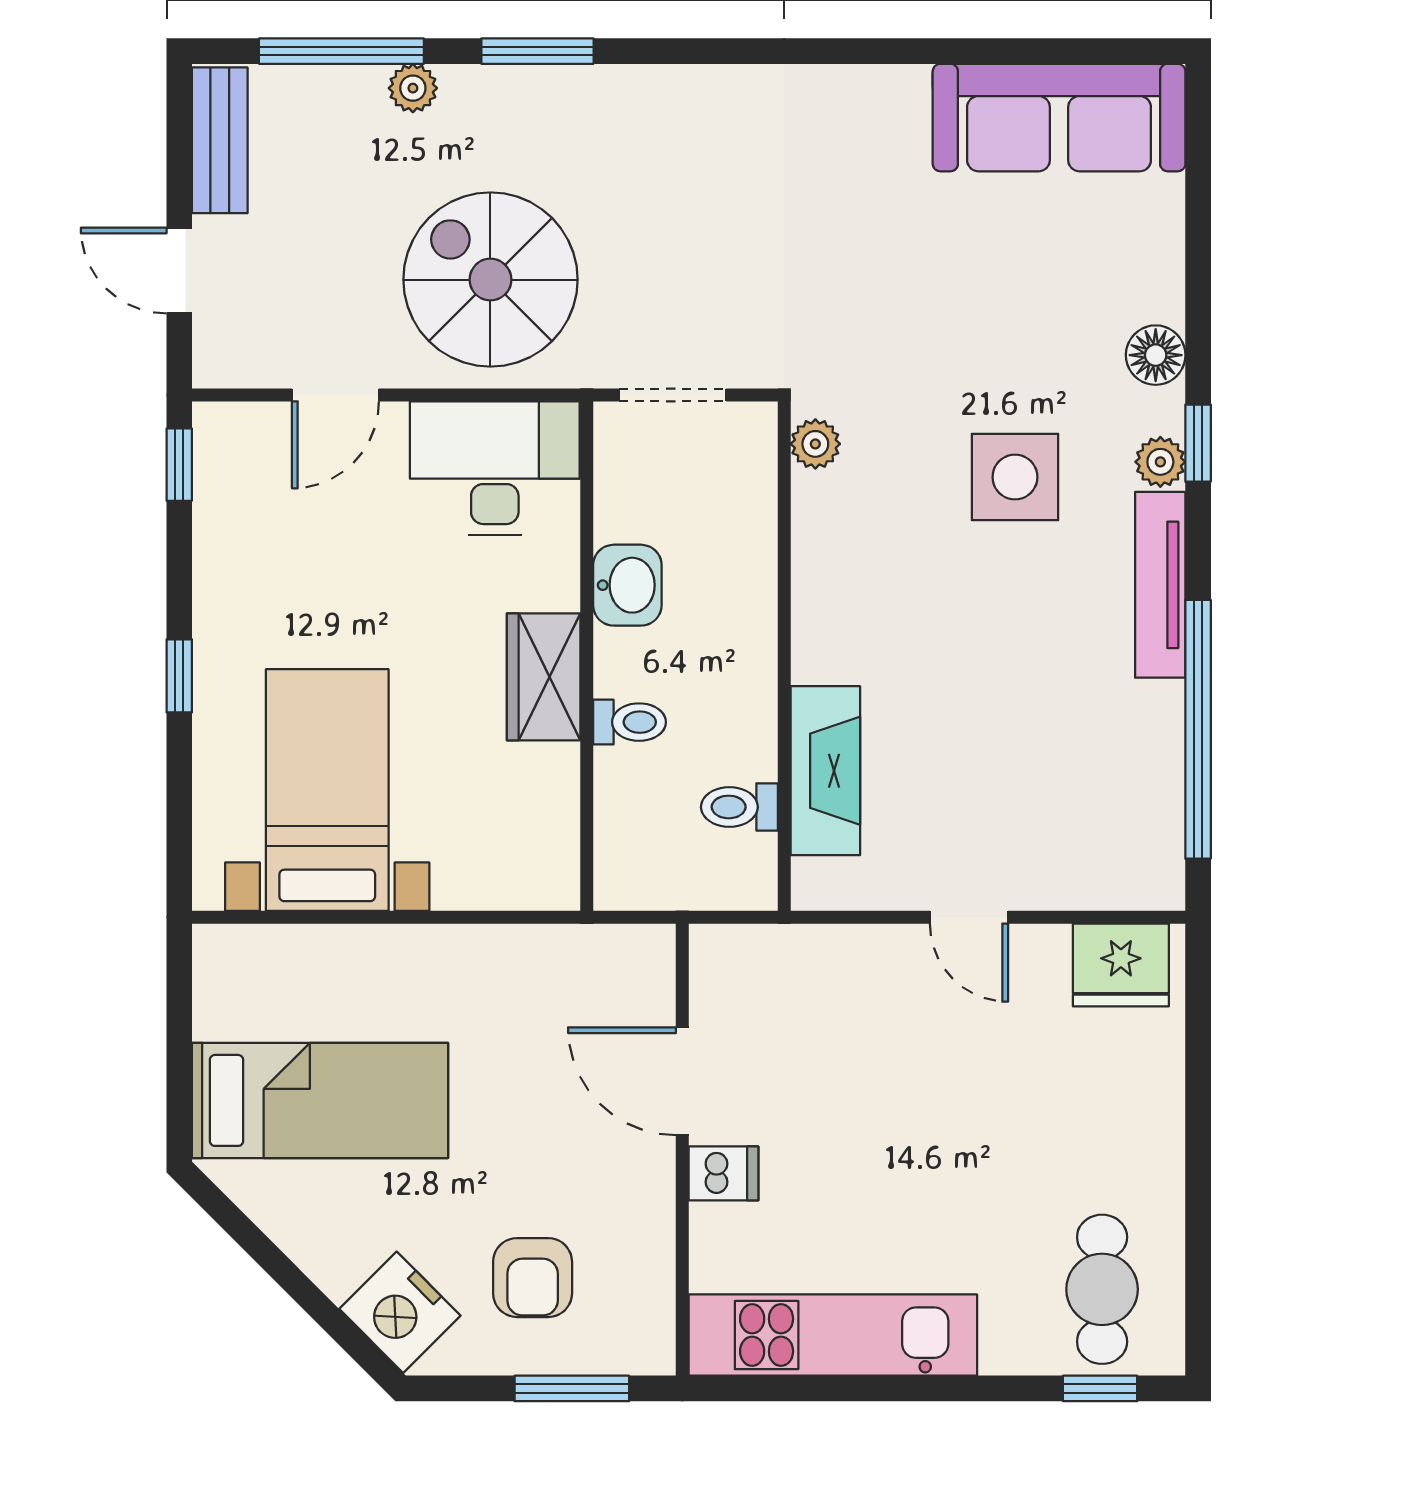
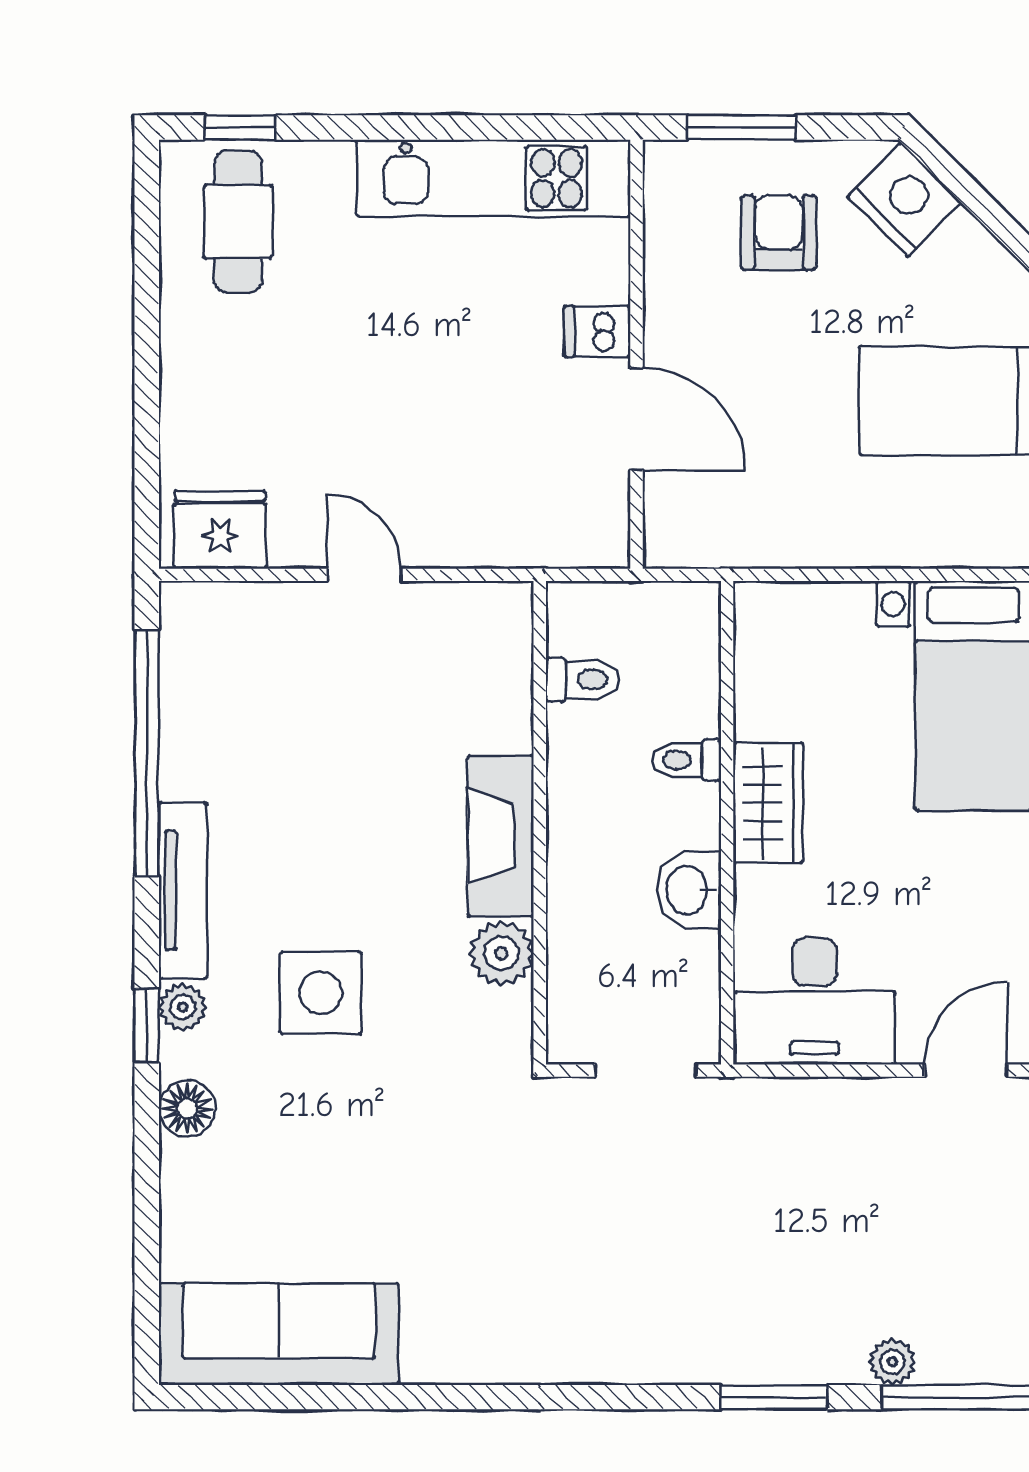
spiral stairs: (490, 280) -> (819, 1180), removed
plant: (815, 444) -> (501, 953), moved, width x1.38, depth x1.38
fireplace: (825, 771) -> (501, 836), moved

